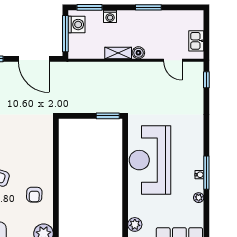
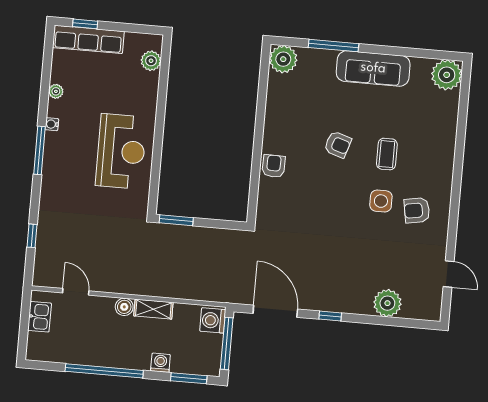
window: (148, 7) -> (104, 371), width x2.11
washing machine: (76, 25) -> (213, 320), moved
window: (206, 80) -> (32, 236), moved
reception desk: (150, 160) -> (121, 151), width x0.74, depth x0.77
window: (206, 173) -> (39, 150), moved
armchair: (34, 195) -> (274, 166), moved

